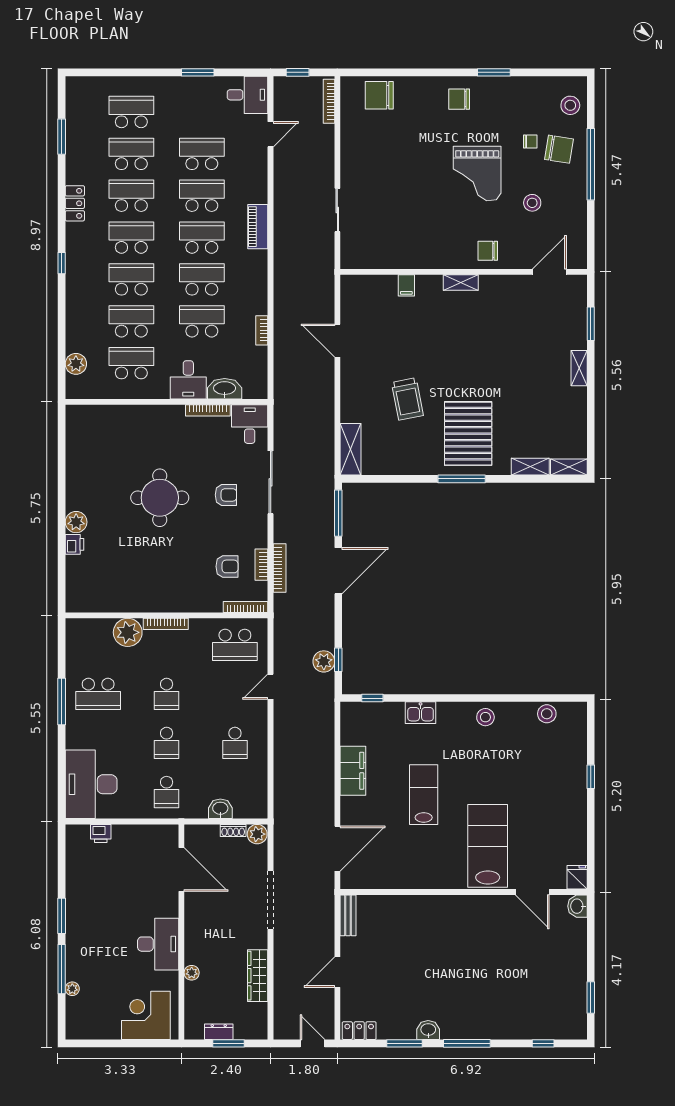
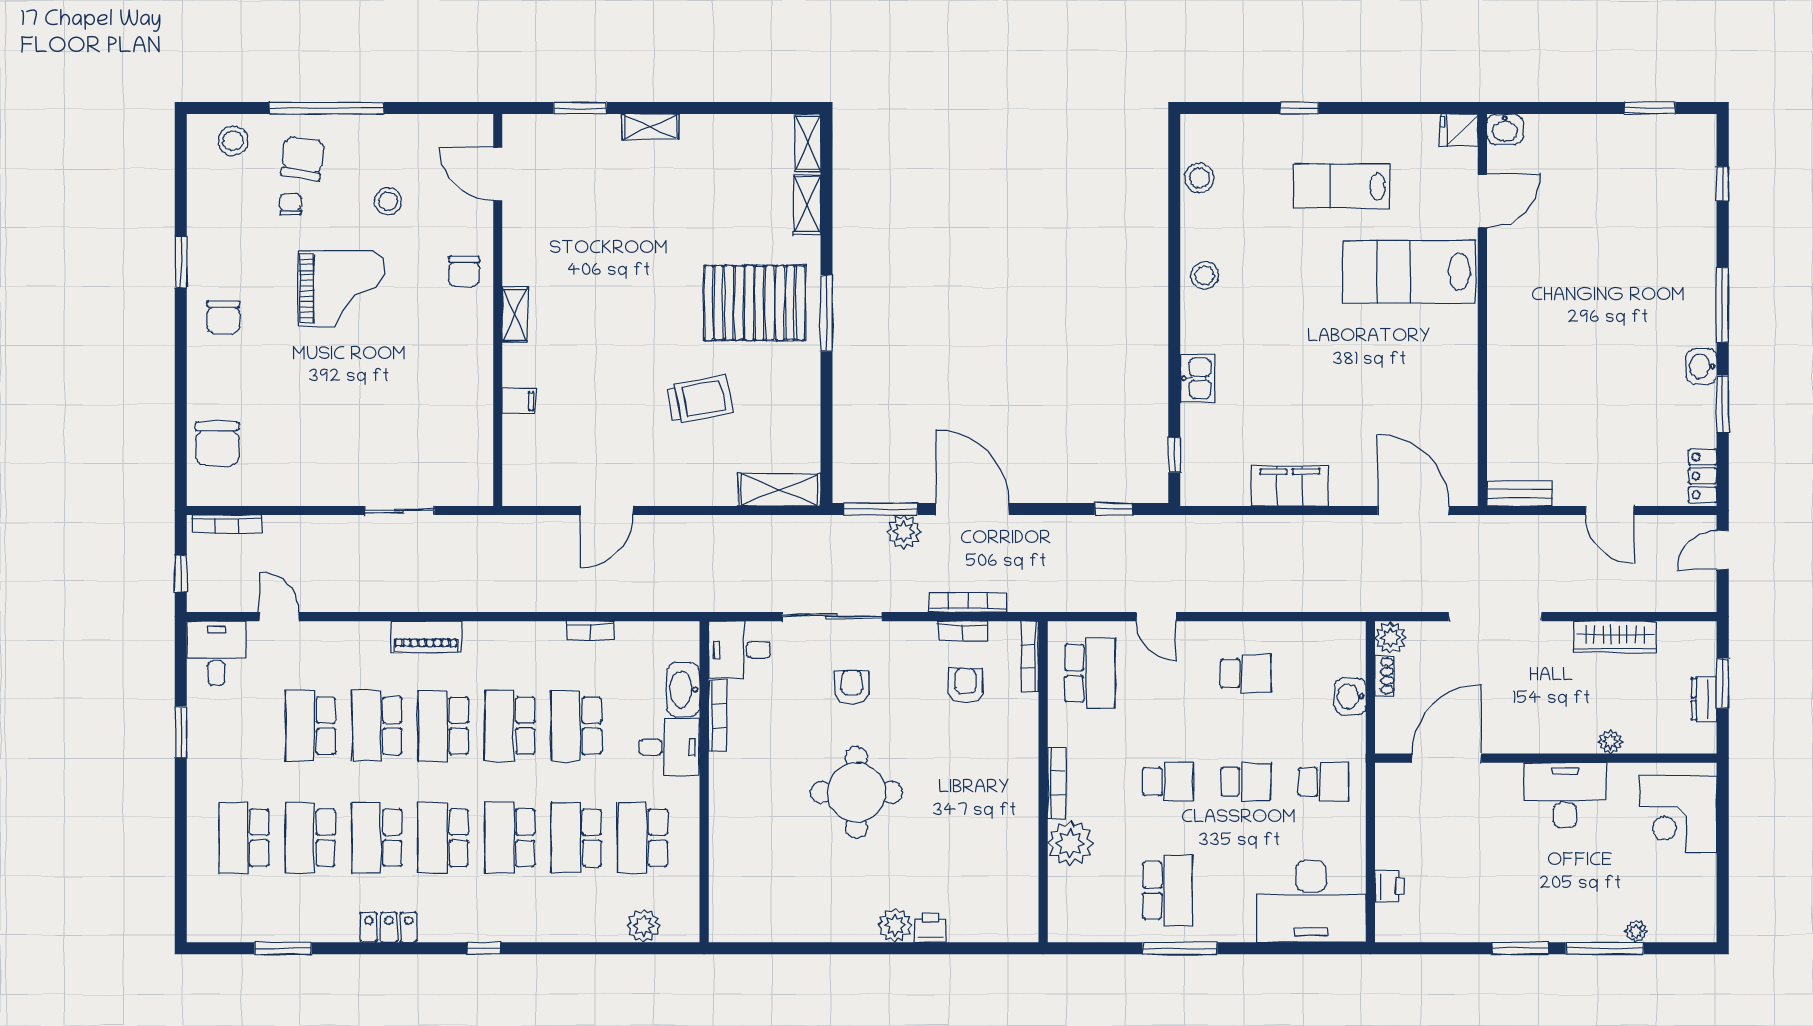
plant: (324, 661) -> (904, 532), moved
lab bench: (424, 795) -> (1341, 186), moved

